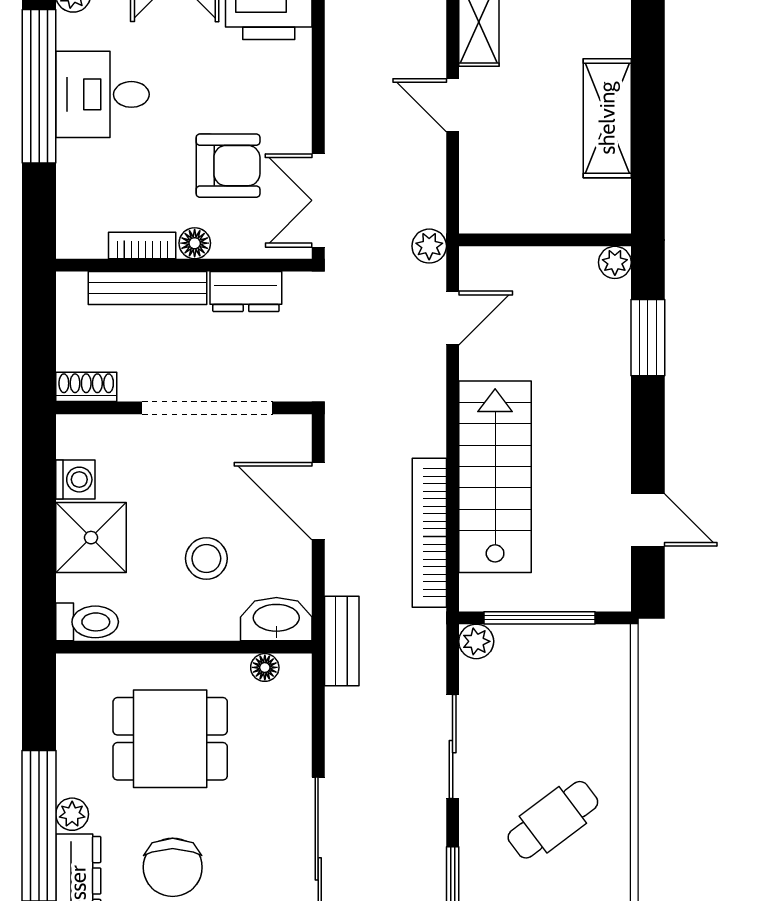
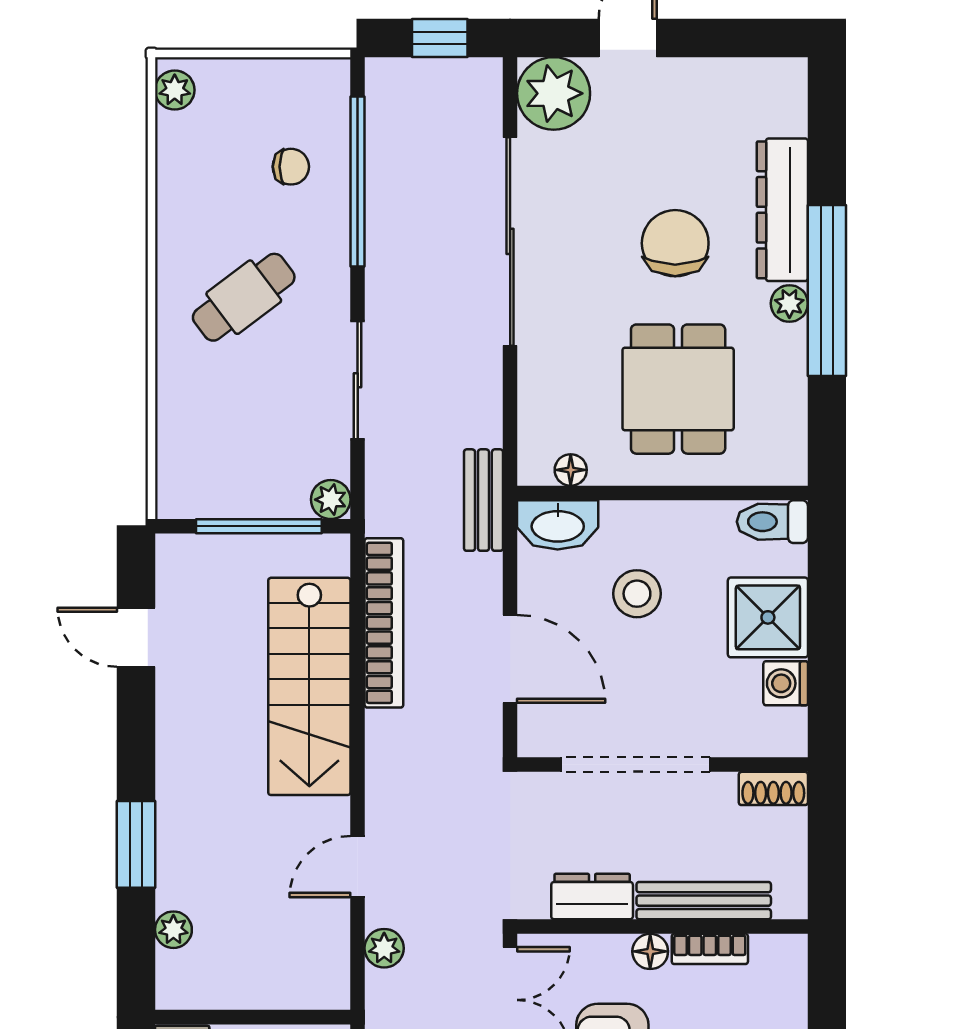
wall: (545, 240) -> (253, 1017), moved
dining table: (170, 739) -> (678, 389), turned 90

